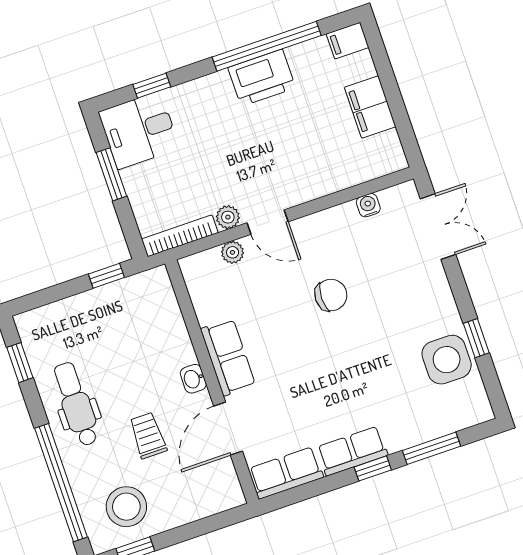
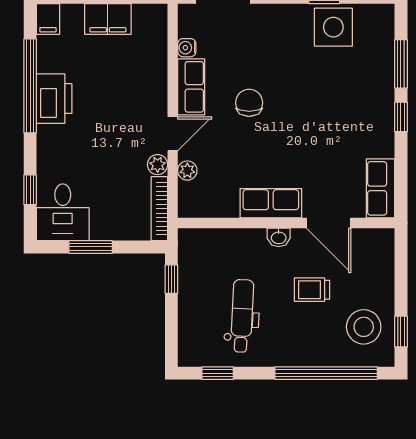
dental chair: (76, 404) -> (242, 316), moved, turned 93
row of seats: (352, 451) -> (191, 87), moved, turned 180

